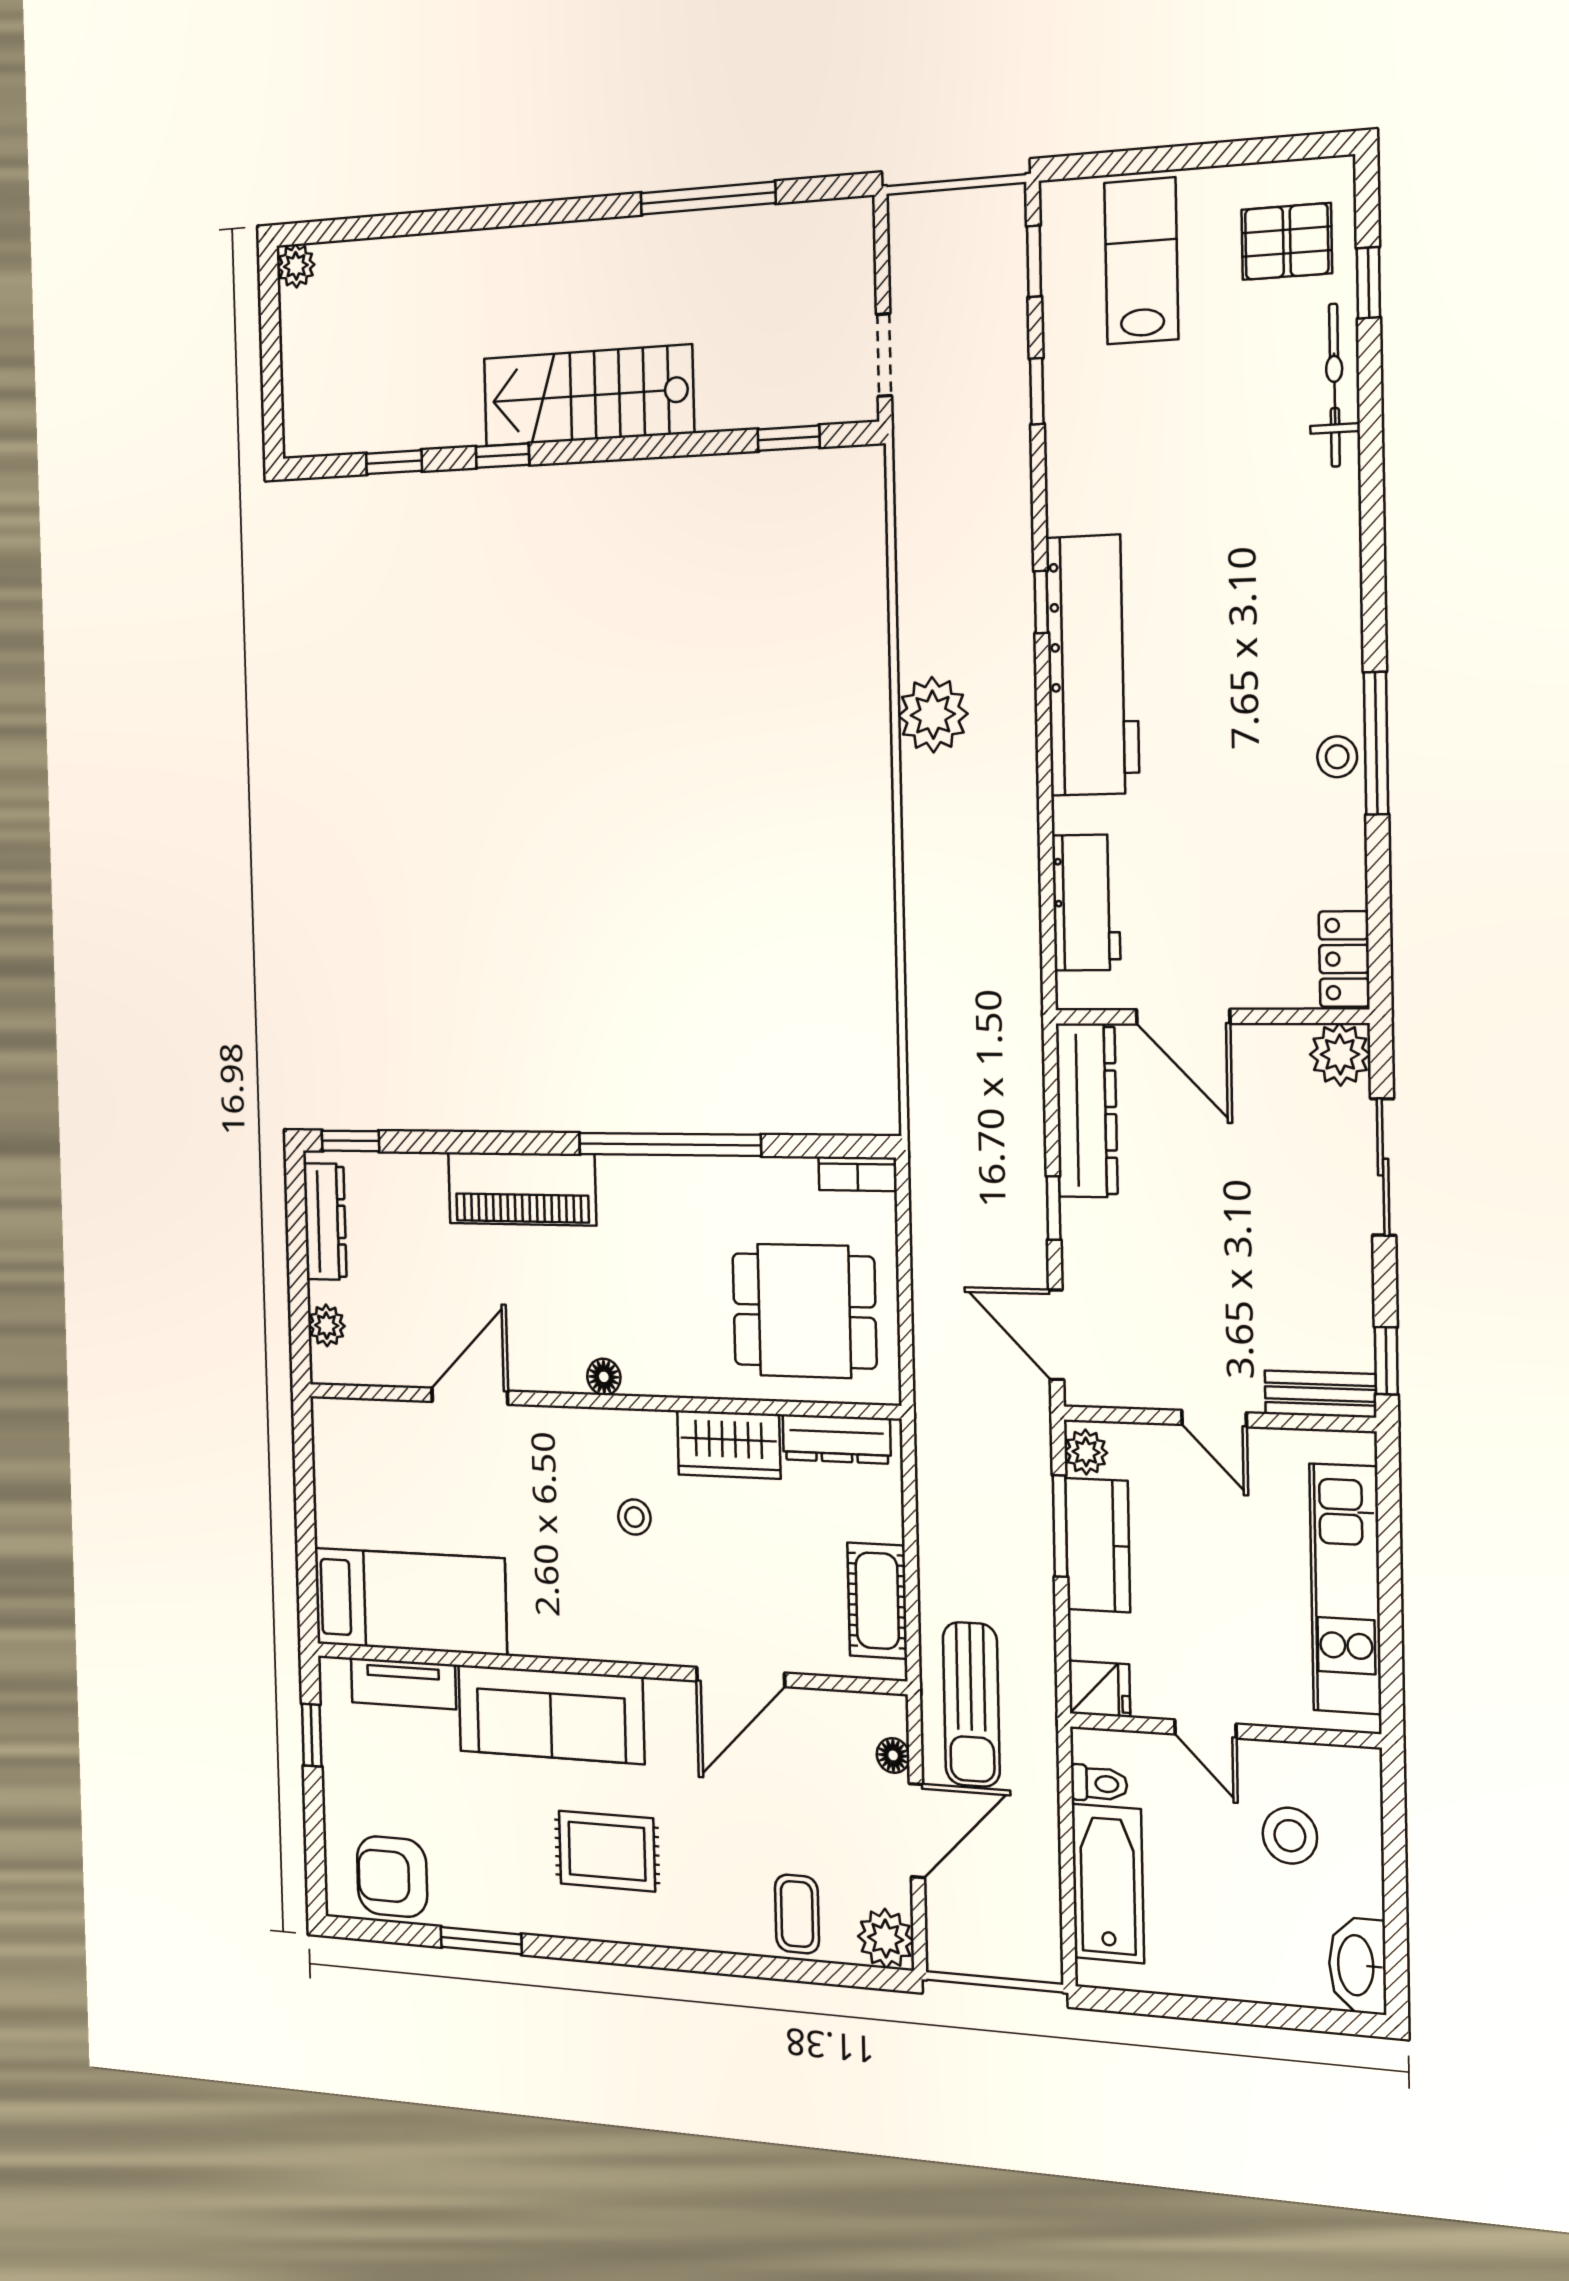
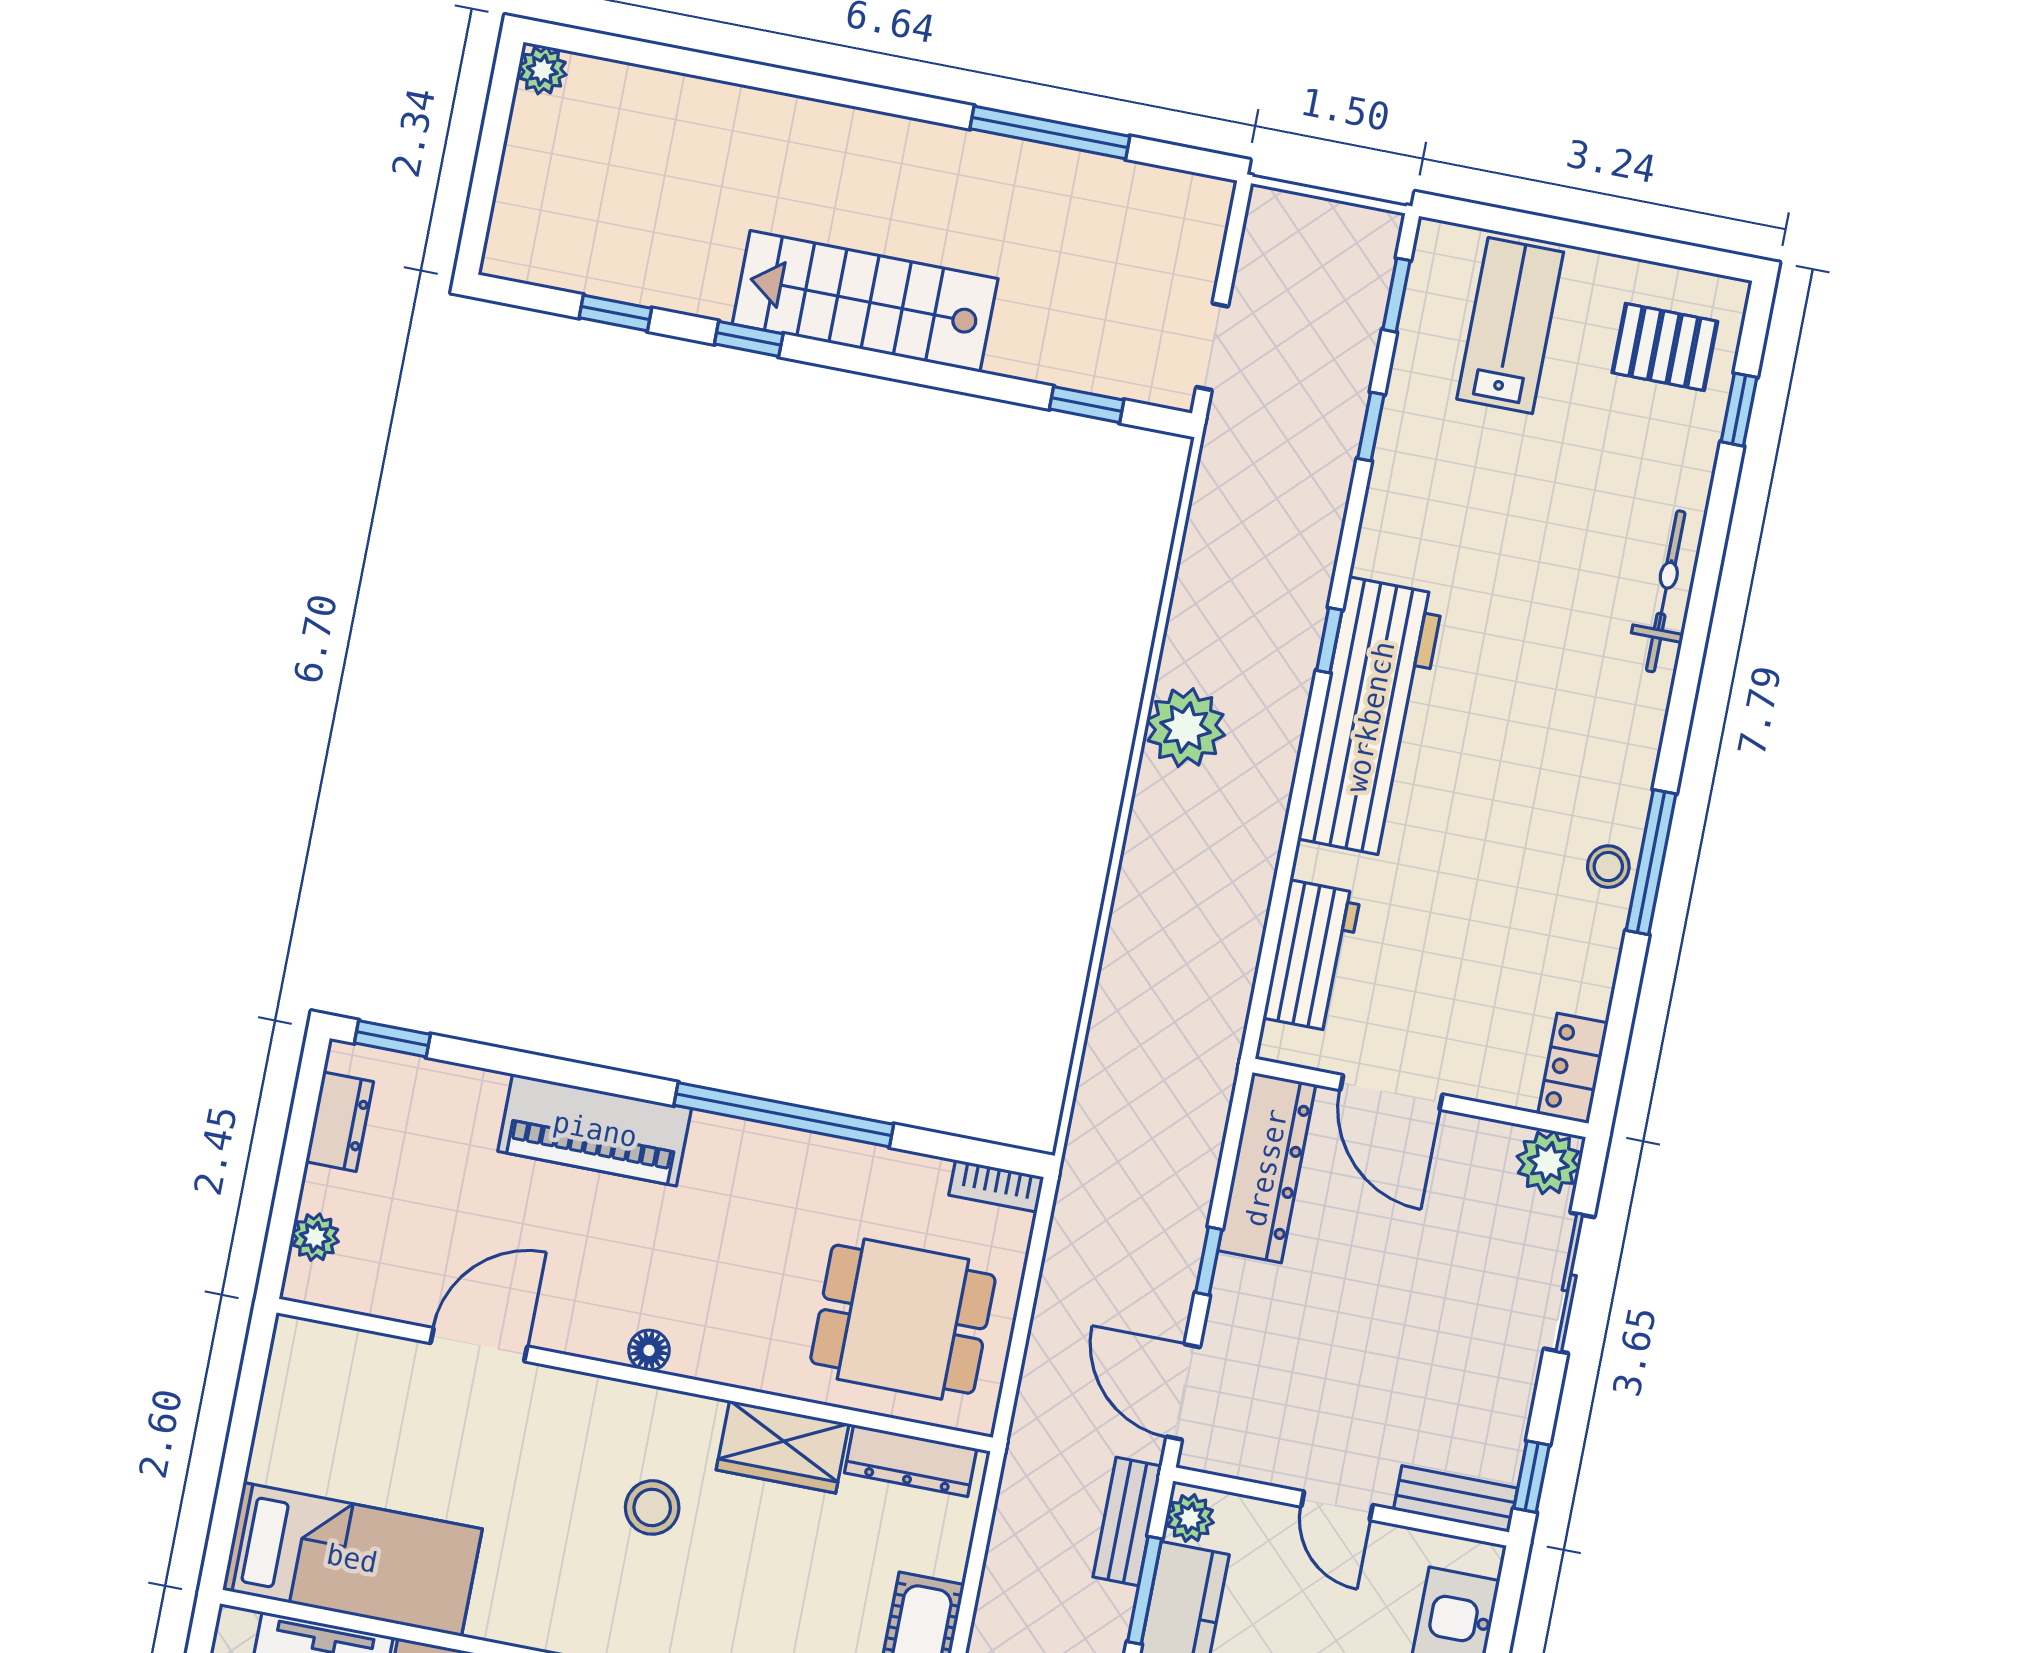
bicycle: (1334, 385) -> (1666, 591), moved
dresser: (325, 1222) -> (340, 1122), width x0.70
bench: (1032, 1464) -> (1127, 1521), added
stool: (634, 1517) -> (652, 1507), width x1.37, depth x1.37

